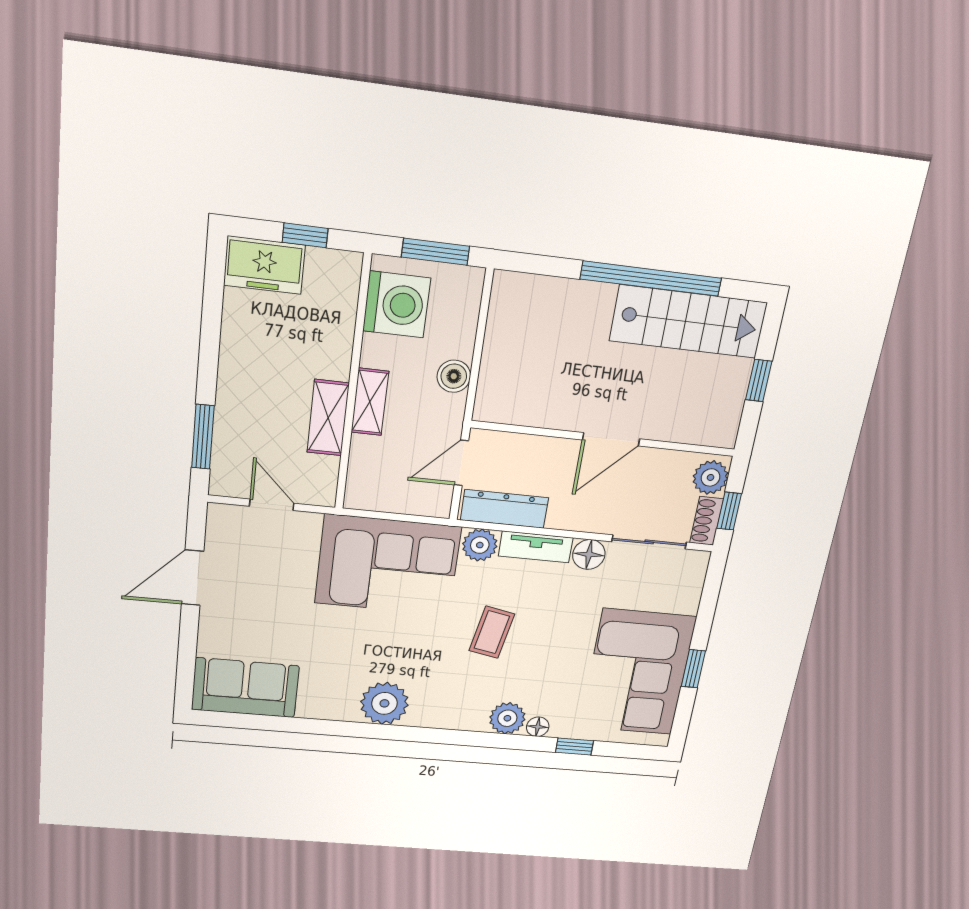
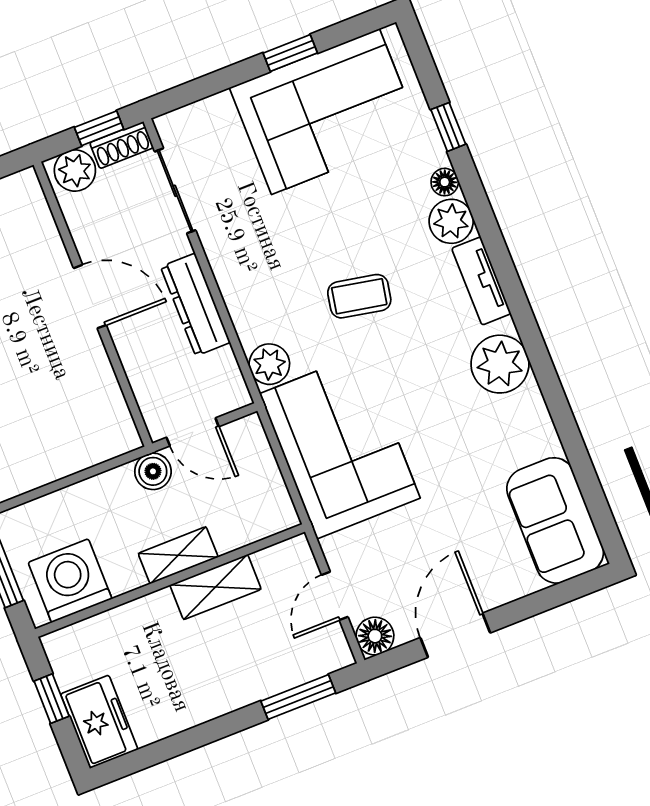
boiler: (454, 376) -> (153, 471), moved
dresser: (504, 509) -> (195, 305), moved
tv unit: (536, 547) -> (481, 281), moved, turned 180
floor lamp: (589, 554) -> (375, 636), moved
door: (193, 578) -> (455, 635), swing flipped

